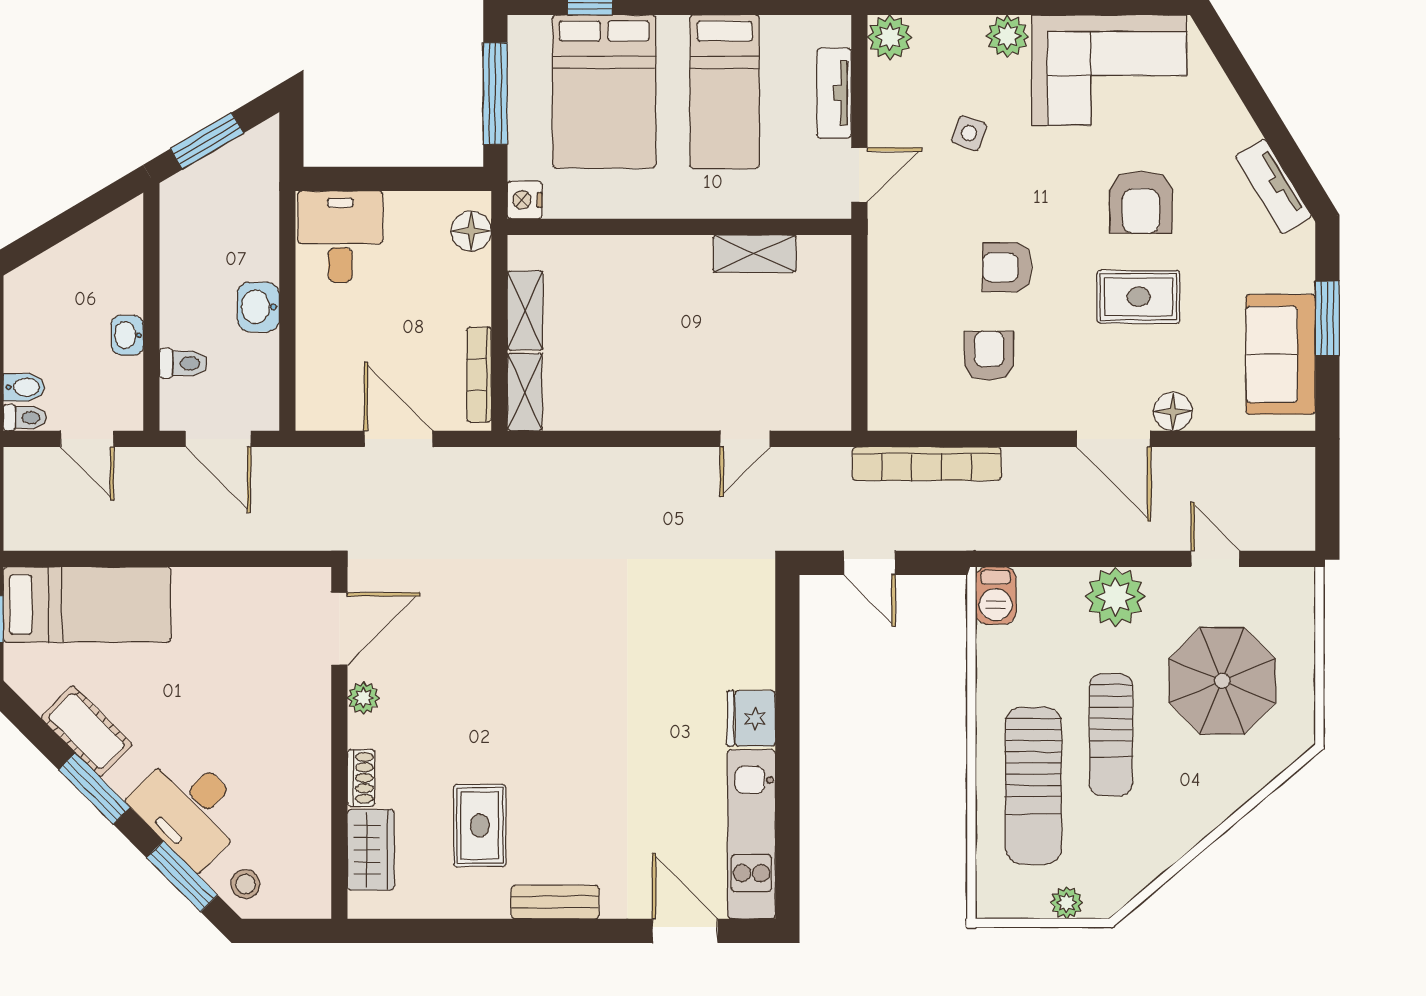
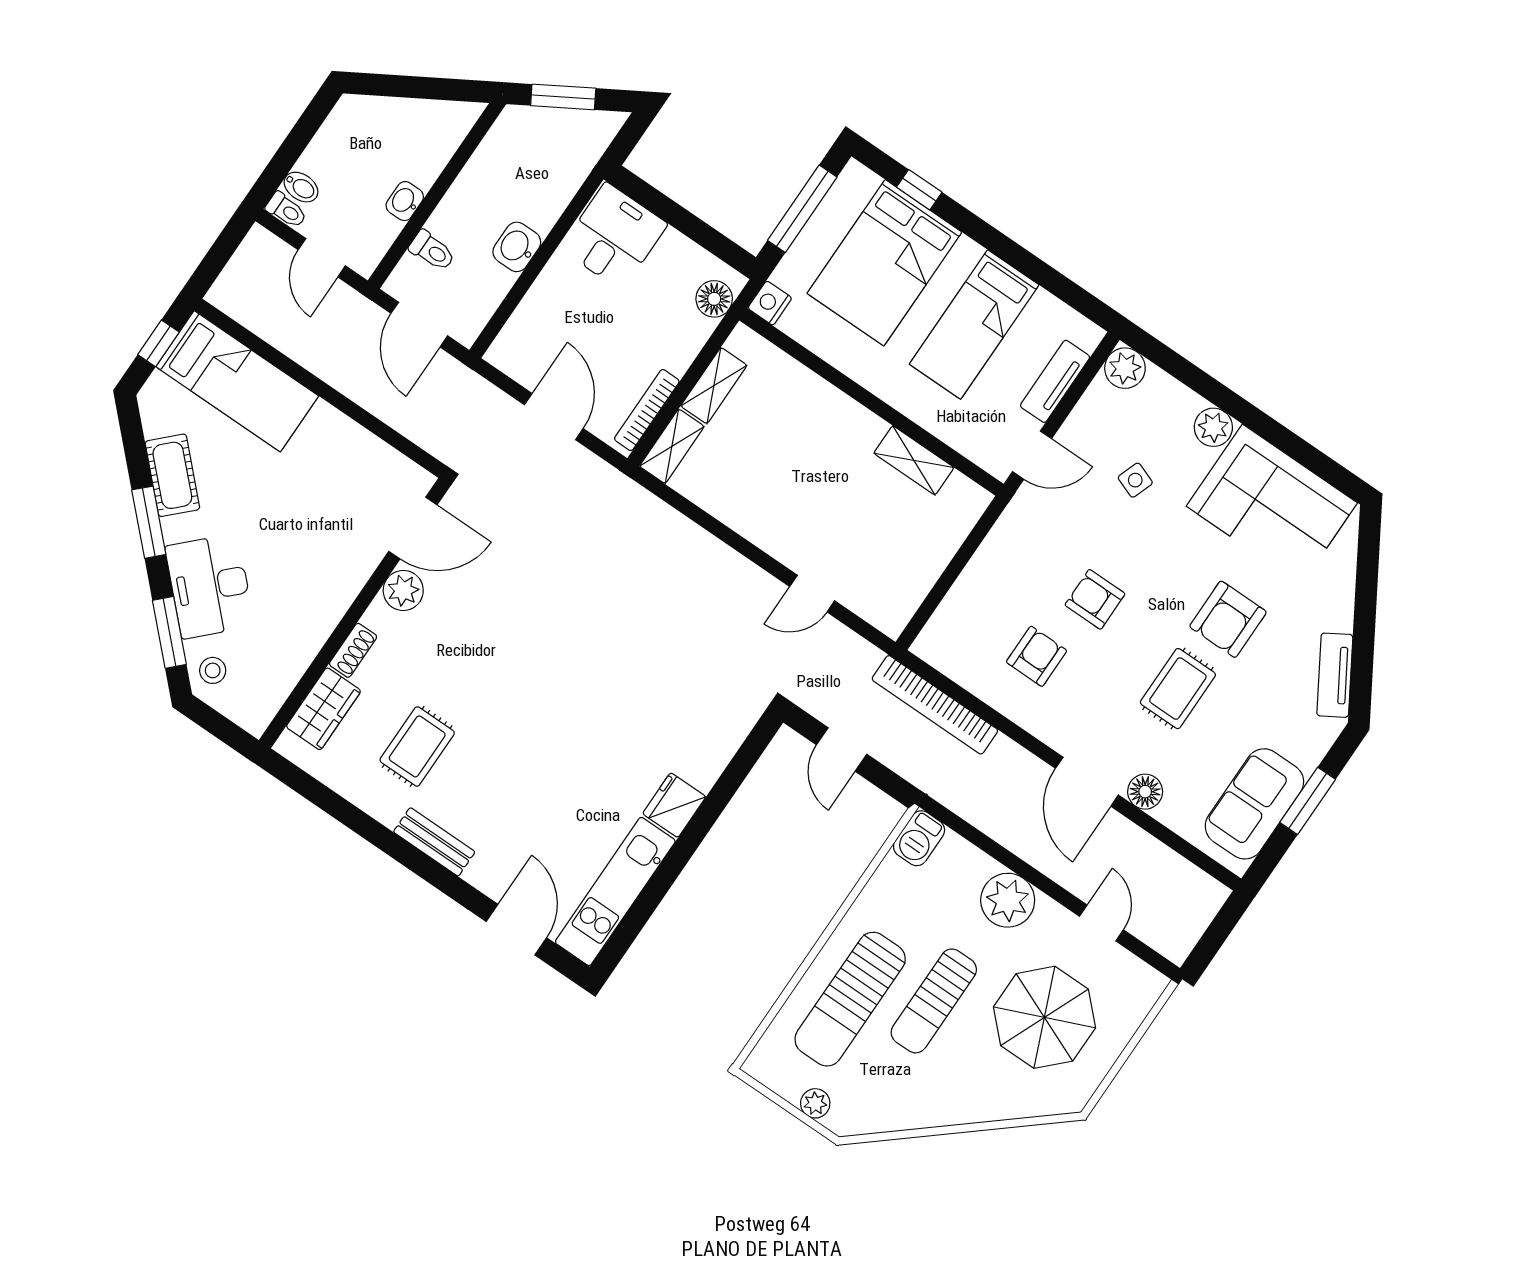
rug: (1138, 297) -> (1178, 689), turned 90
plant: (363, 698) -> (403, 590), width x1.38, depth x1.38

